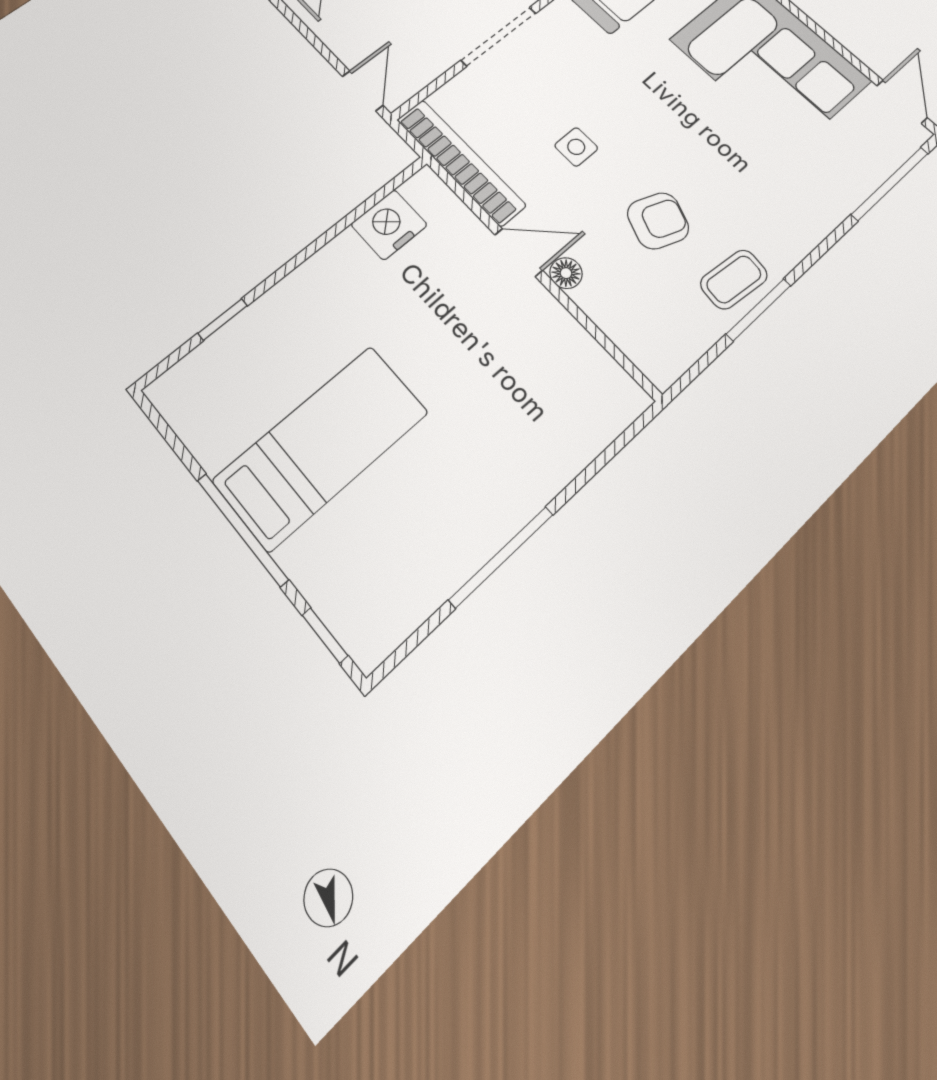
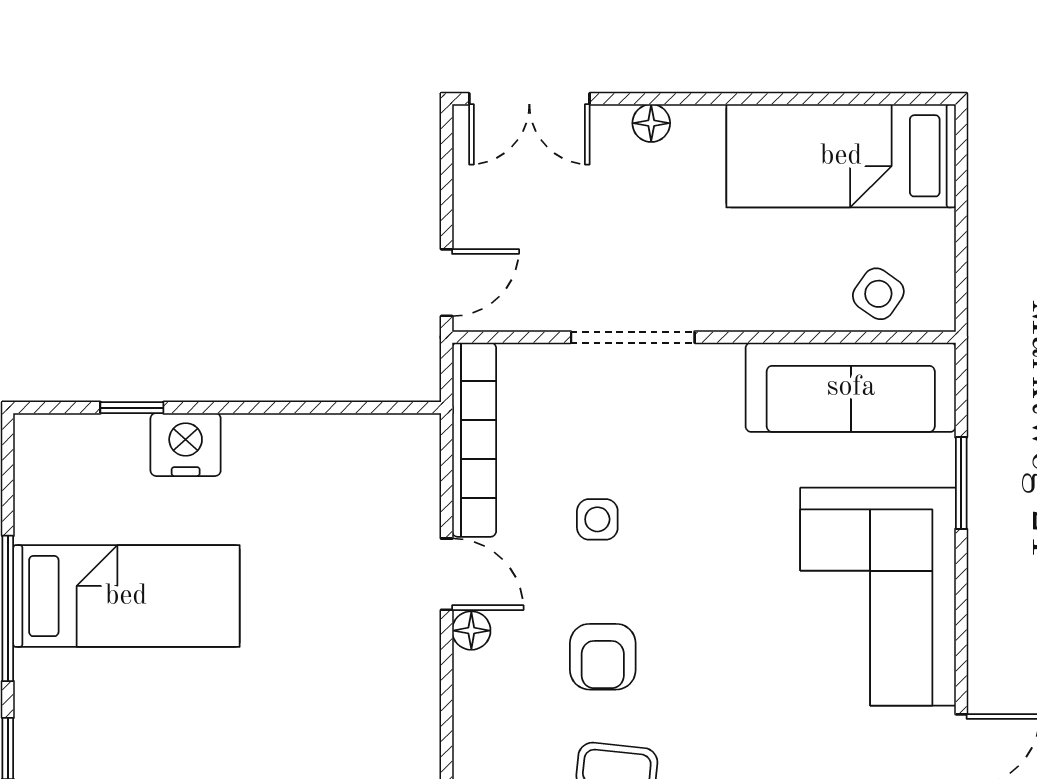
armchair: (658, 221) -> (603, 657), turned 69
nightstand: (389, 225) -> (186, 445), moved

